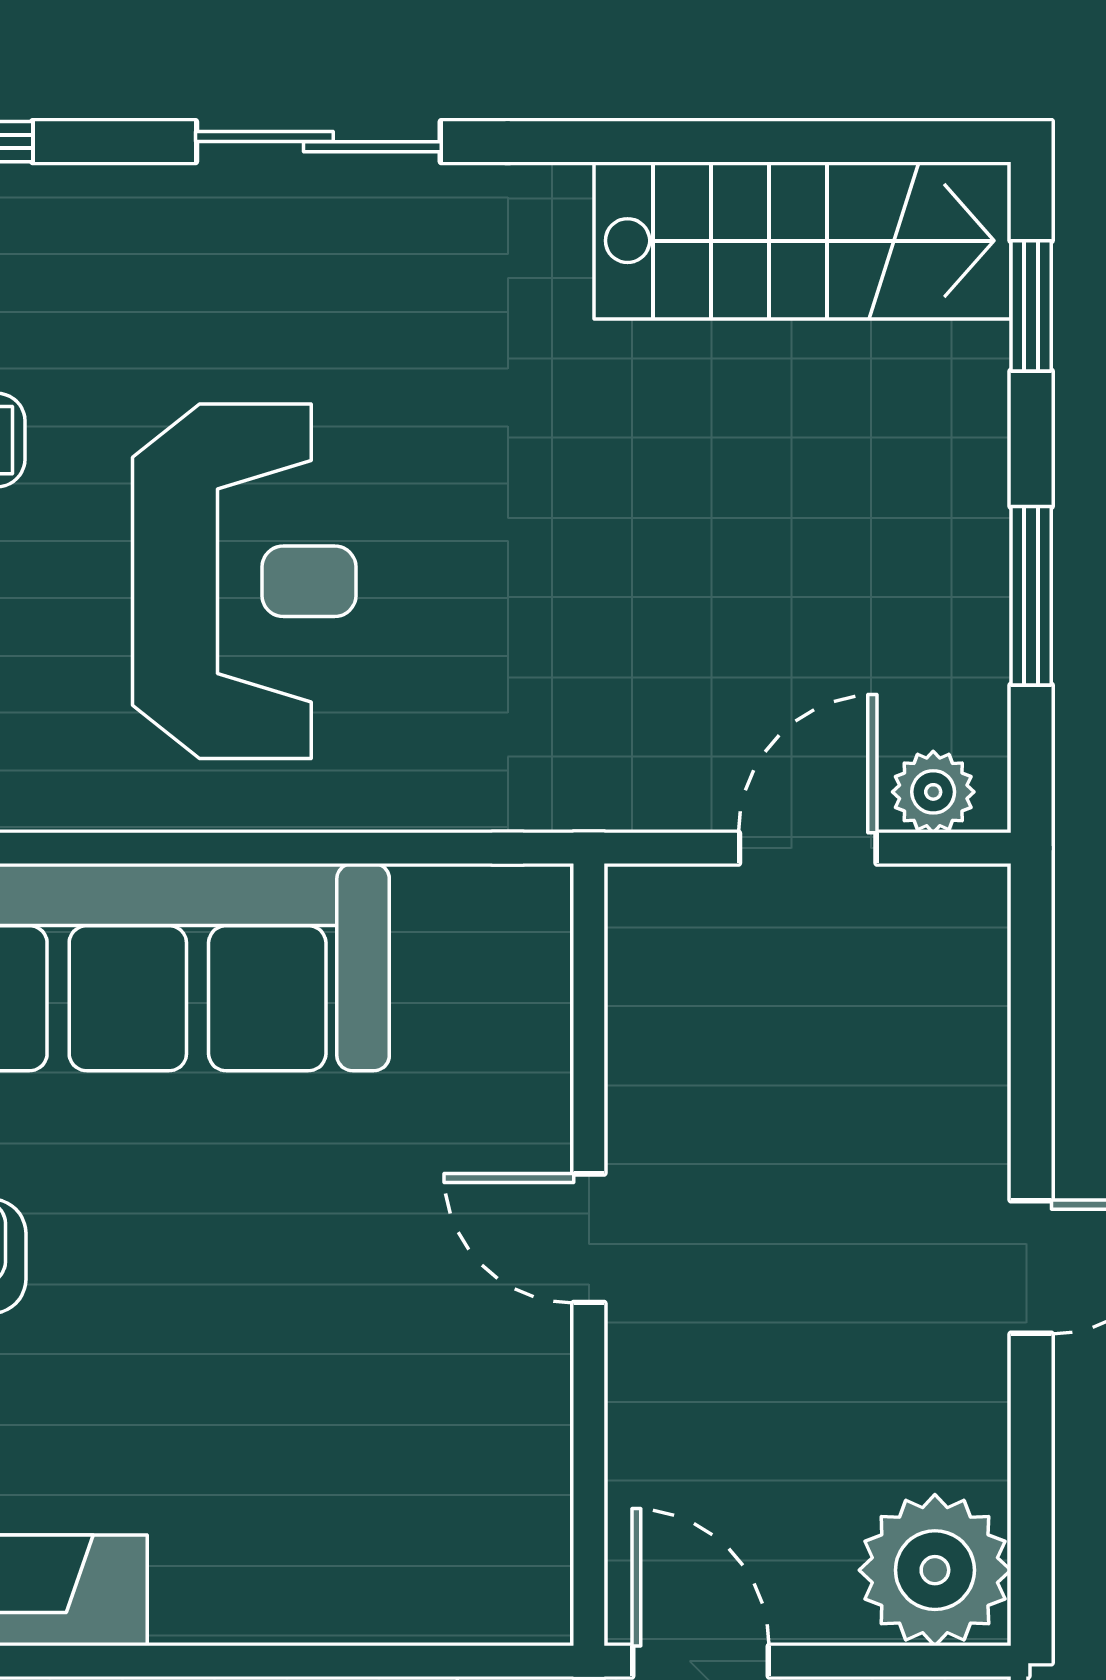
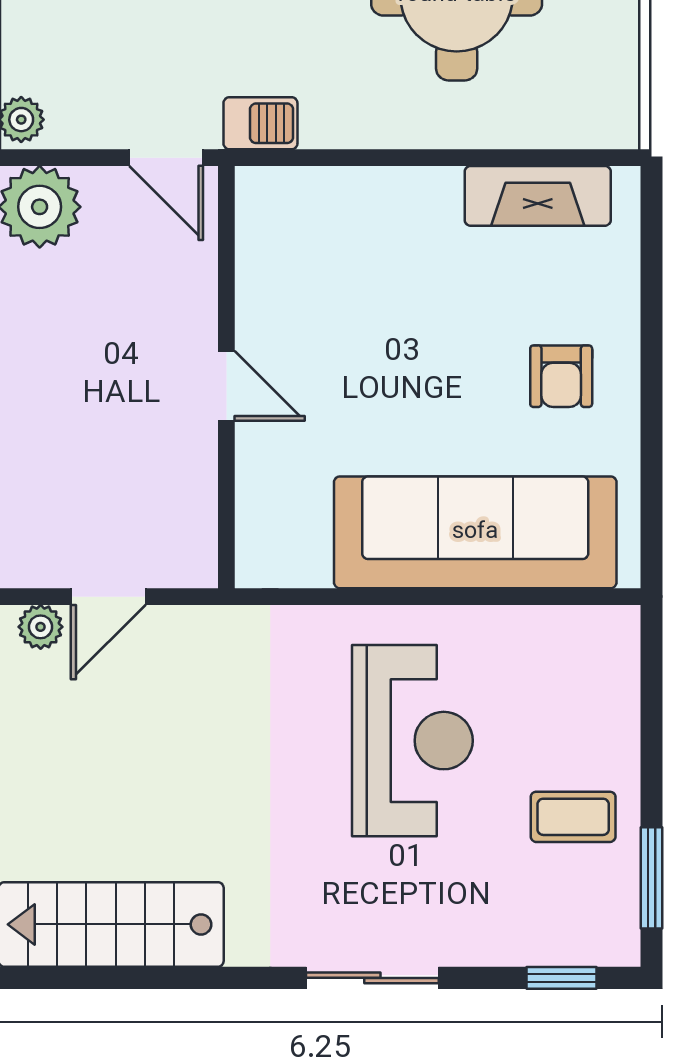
reception desk: (244, 581) -> (412, 741), turned 180

